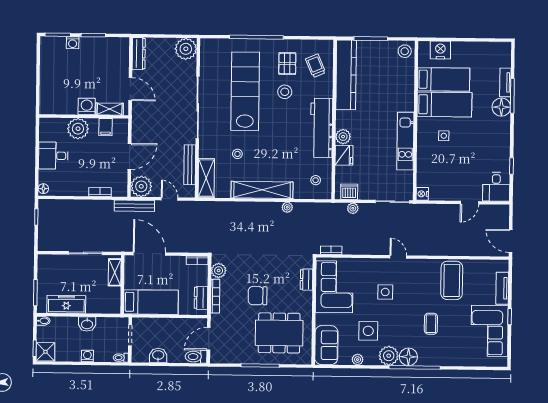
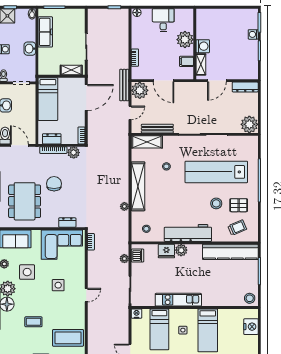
bed: (444, 79) -> (159, 329), moved
lab bench: (245, 91) -> (216, 172), turned 180

